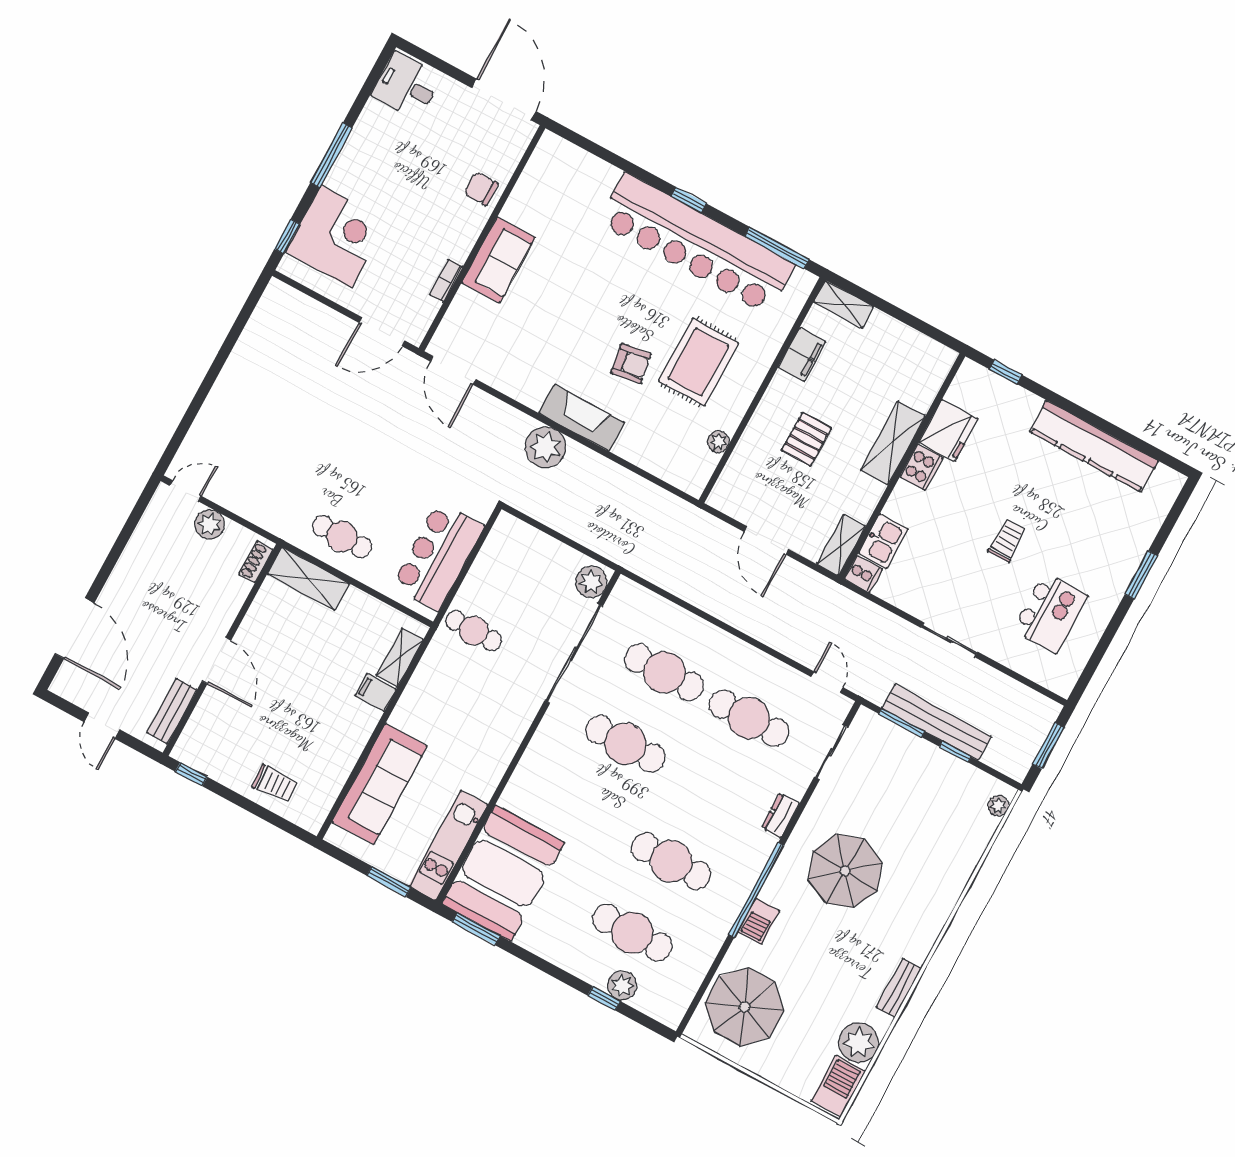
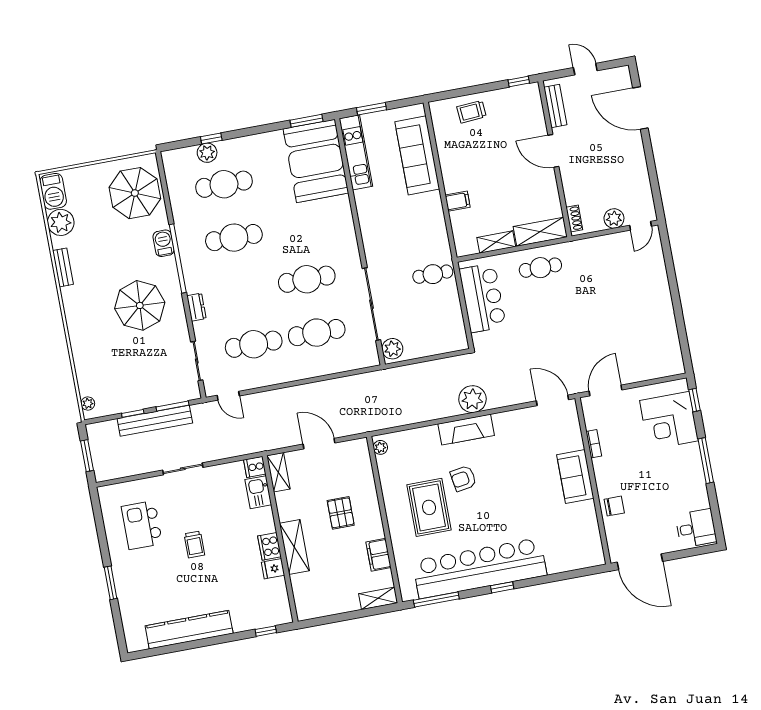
fridge: (948, 430) -> (273, 569), width x0.53, depth x0.75
plant: (718, 442) -> (380, 447), moved
shelving: (400, 658) -> (496, 242), moved, turned 90

